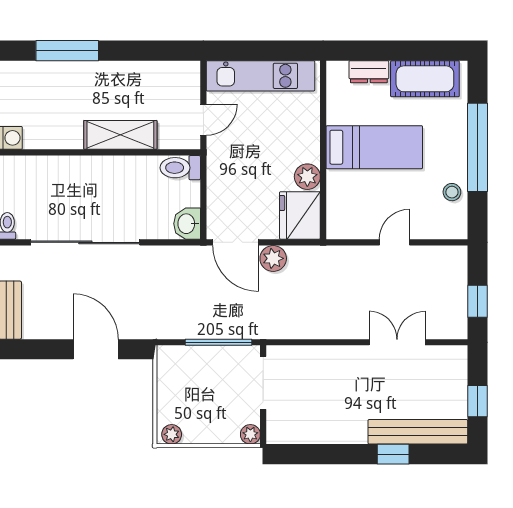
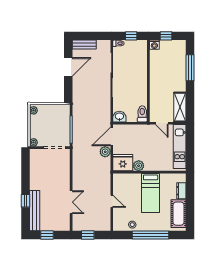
shelving: (120, 135) -> (180, 107), moved
door: (96, 349) -> (68, 67), moved

